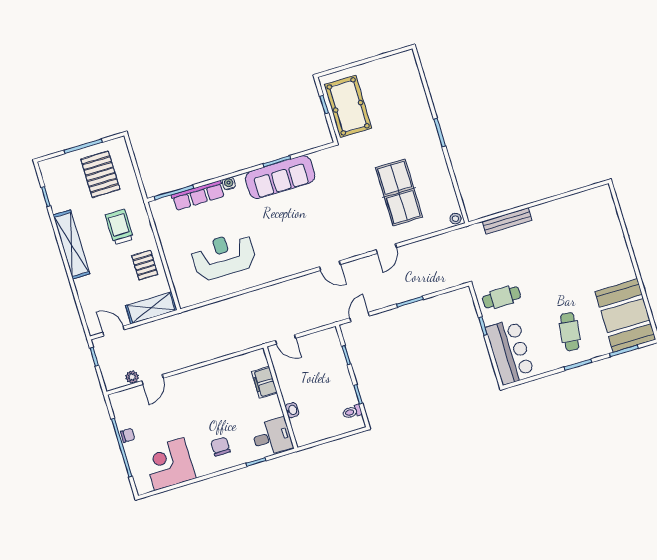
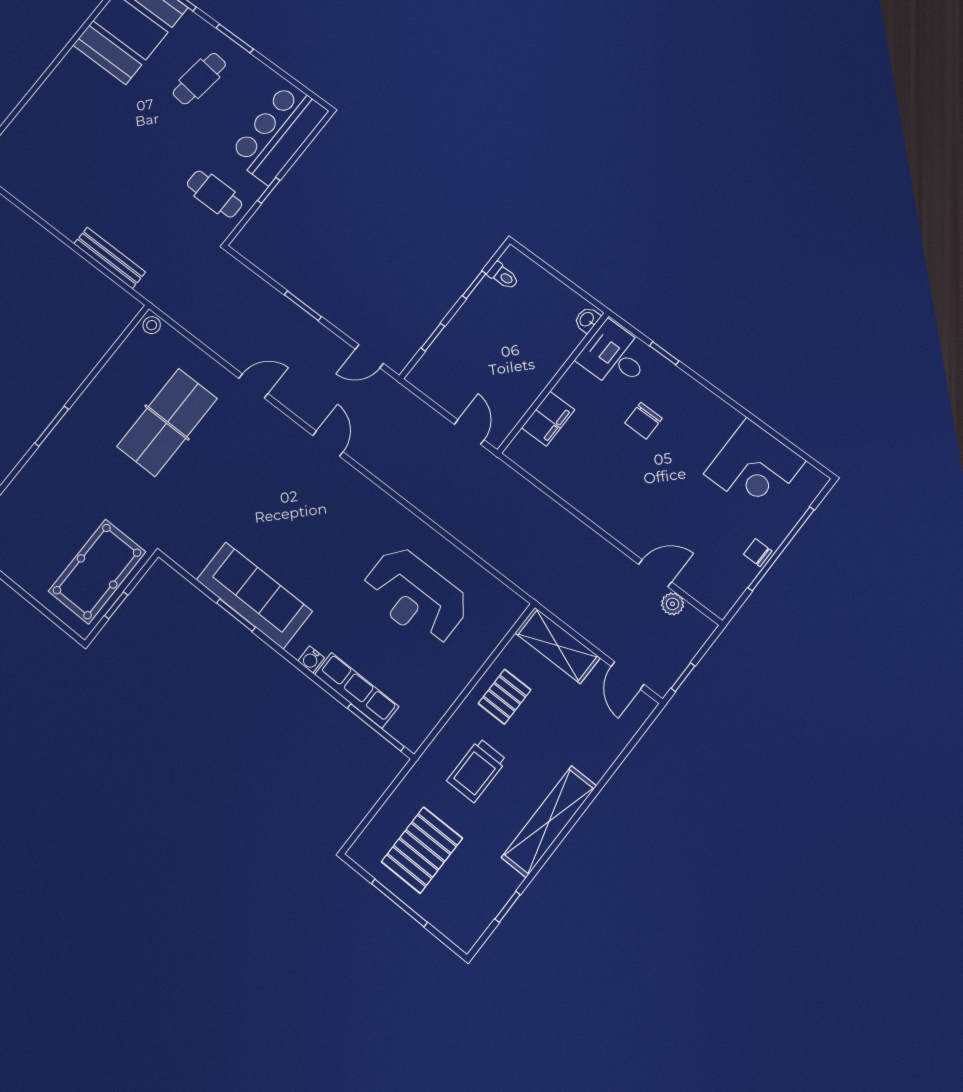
washbasin: (292, 410) -> (587, 320), moved
chair: (220, 447) -> (643, 421), moved

